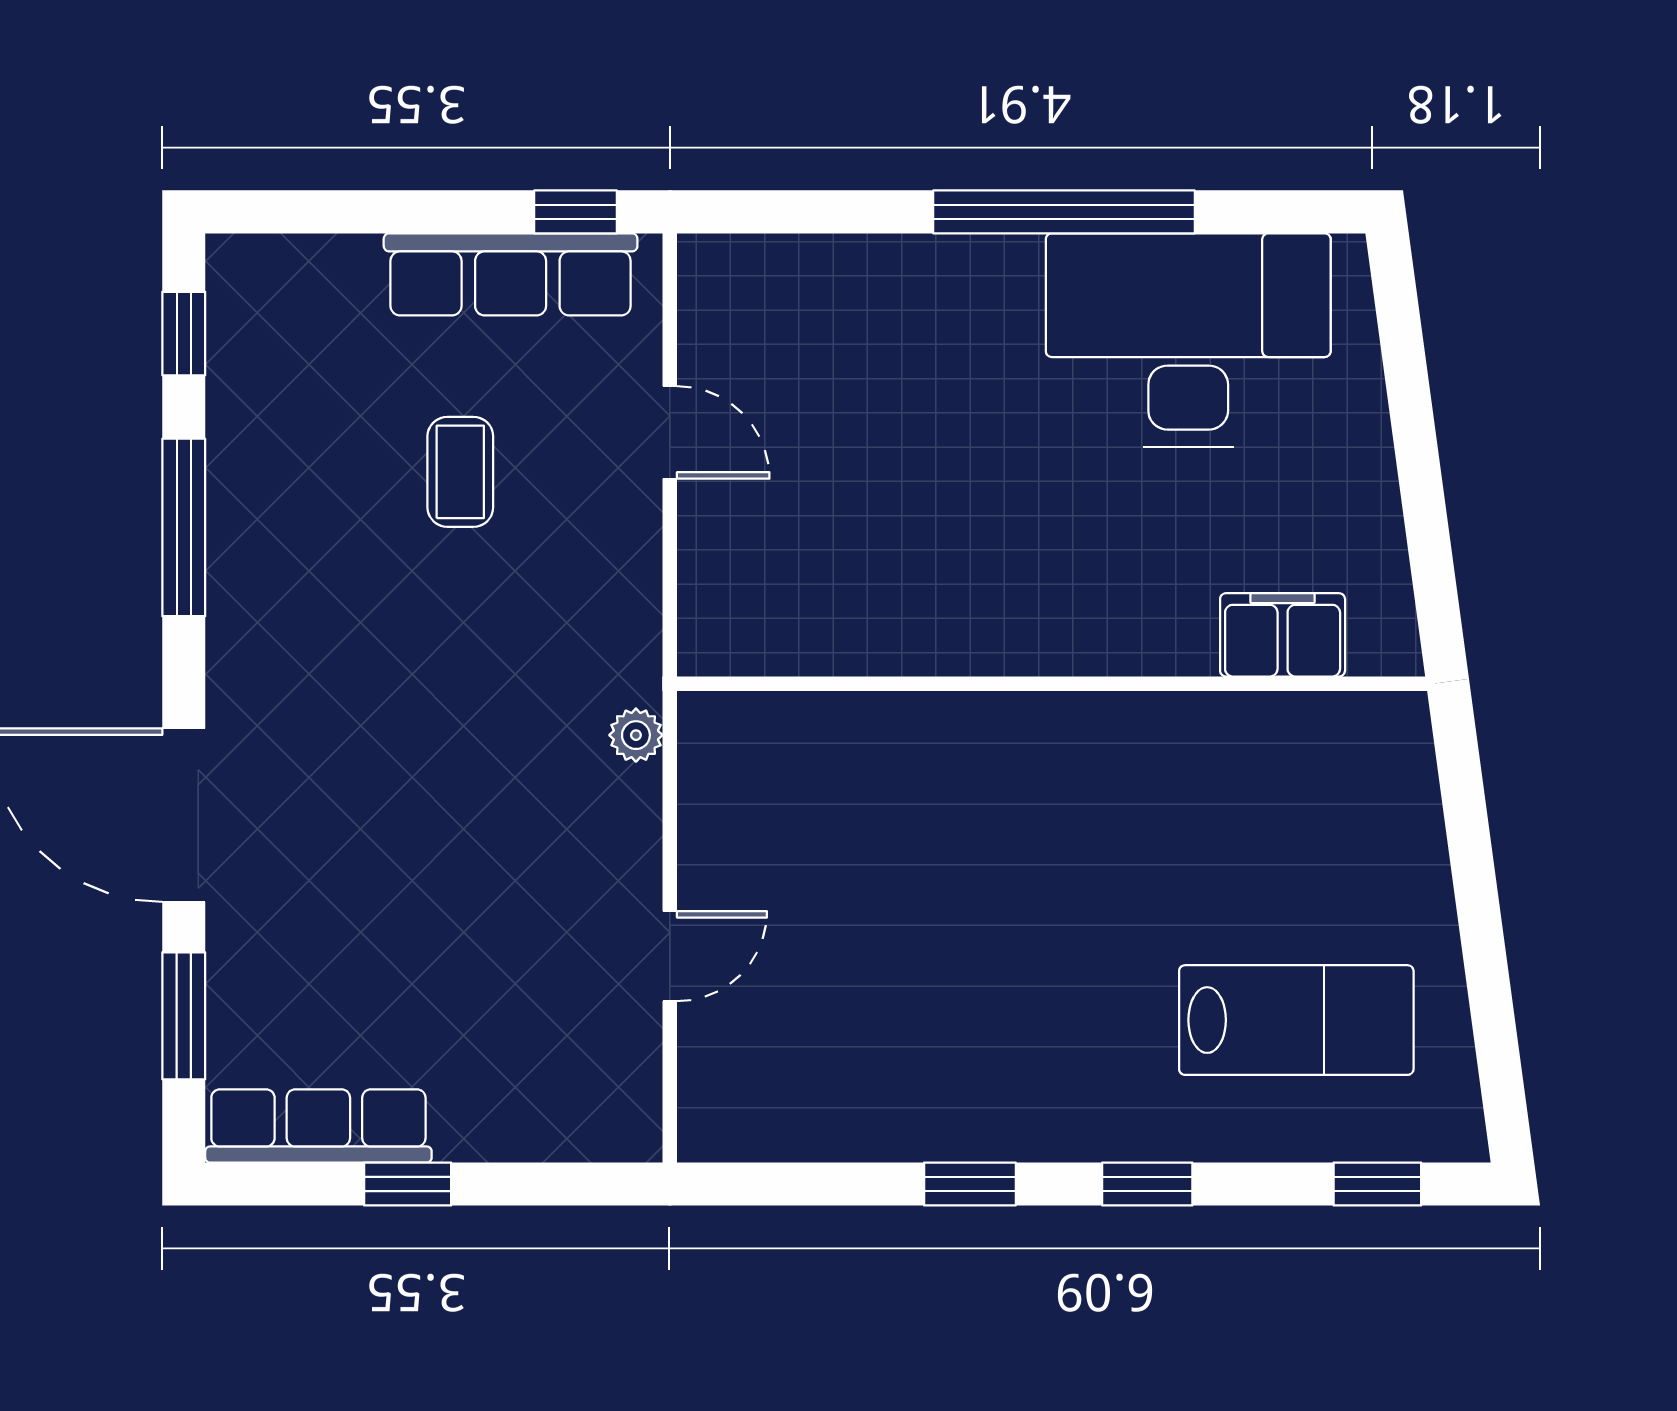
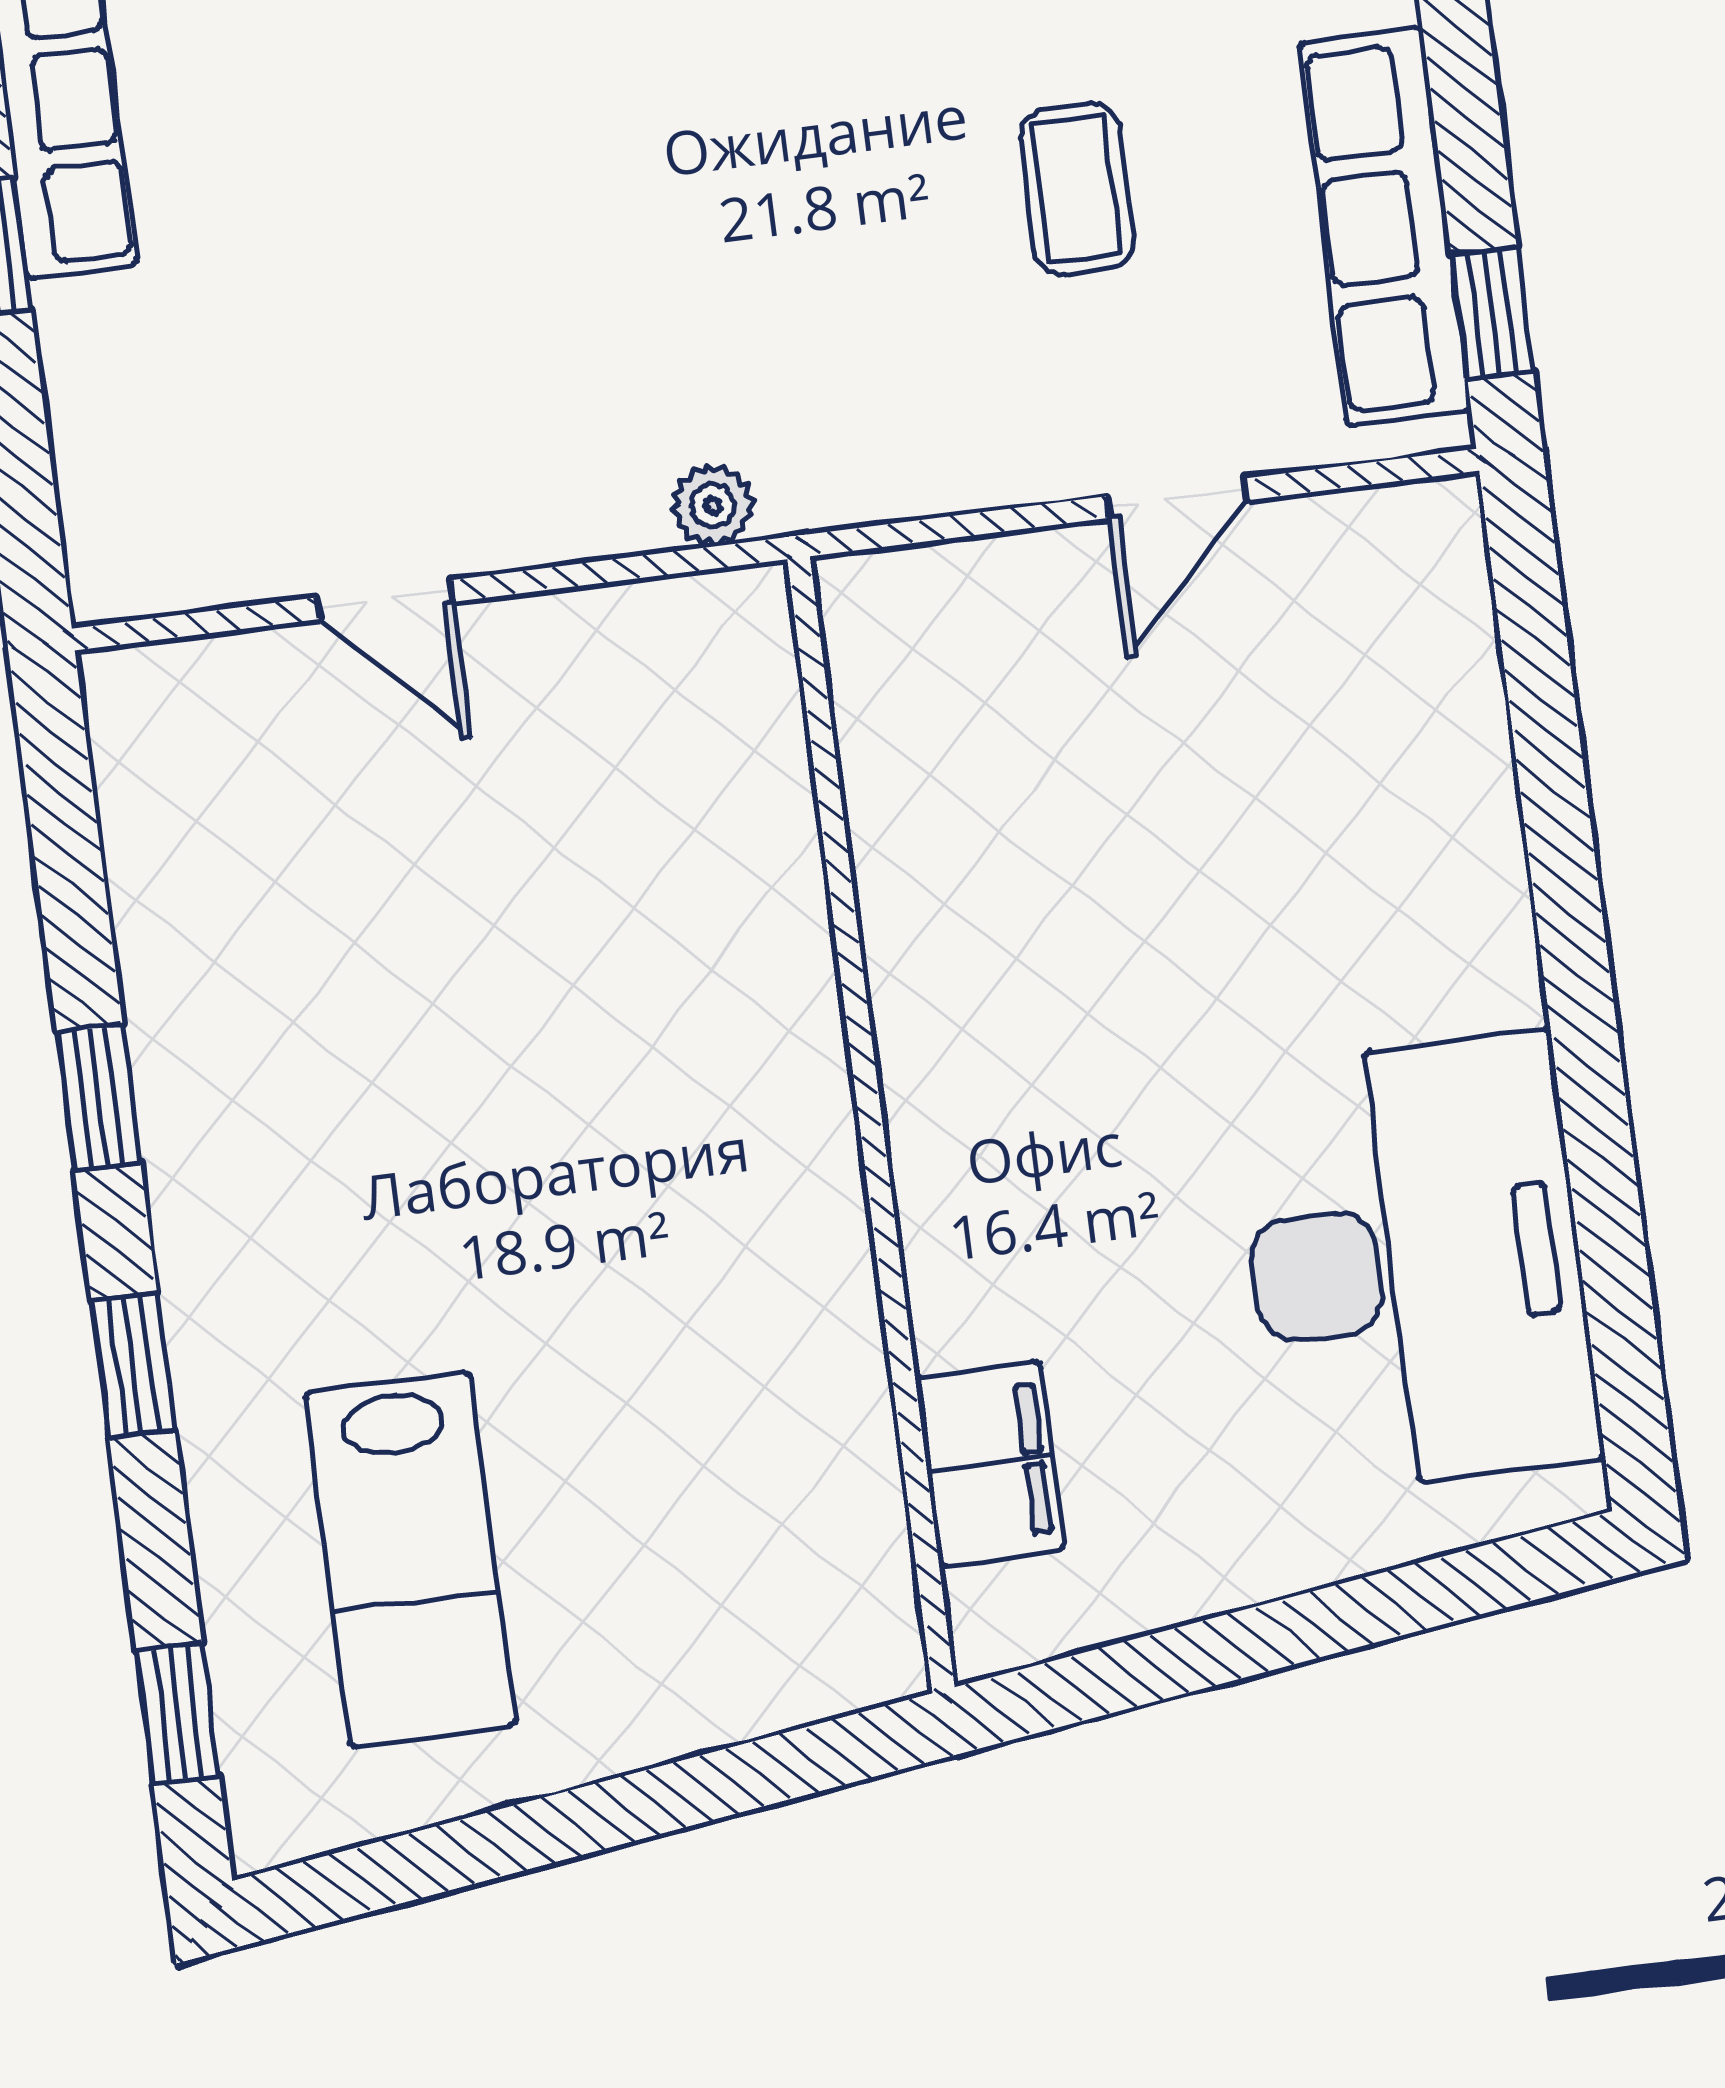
window: (1064, 212) -> (1587, 1051), removed
coffee table: (460, 472) -> (1077, 189), turned 90

